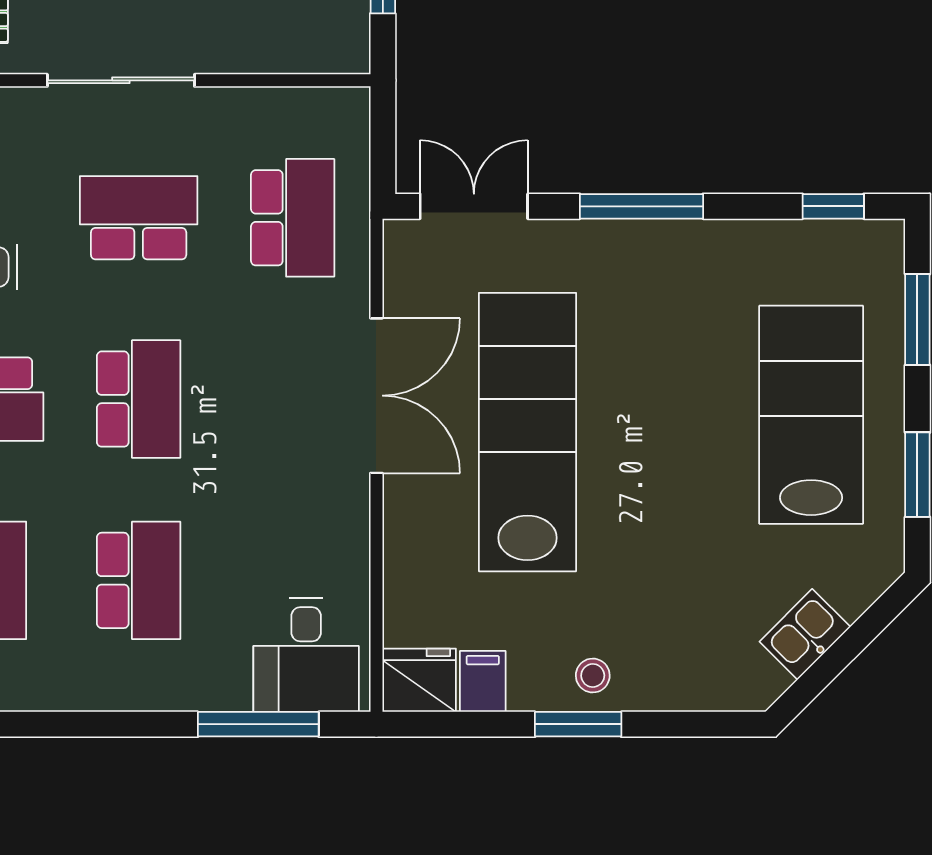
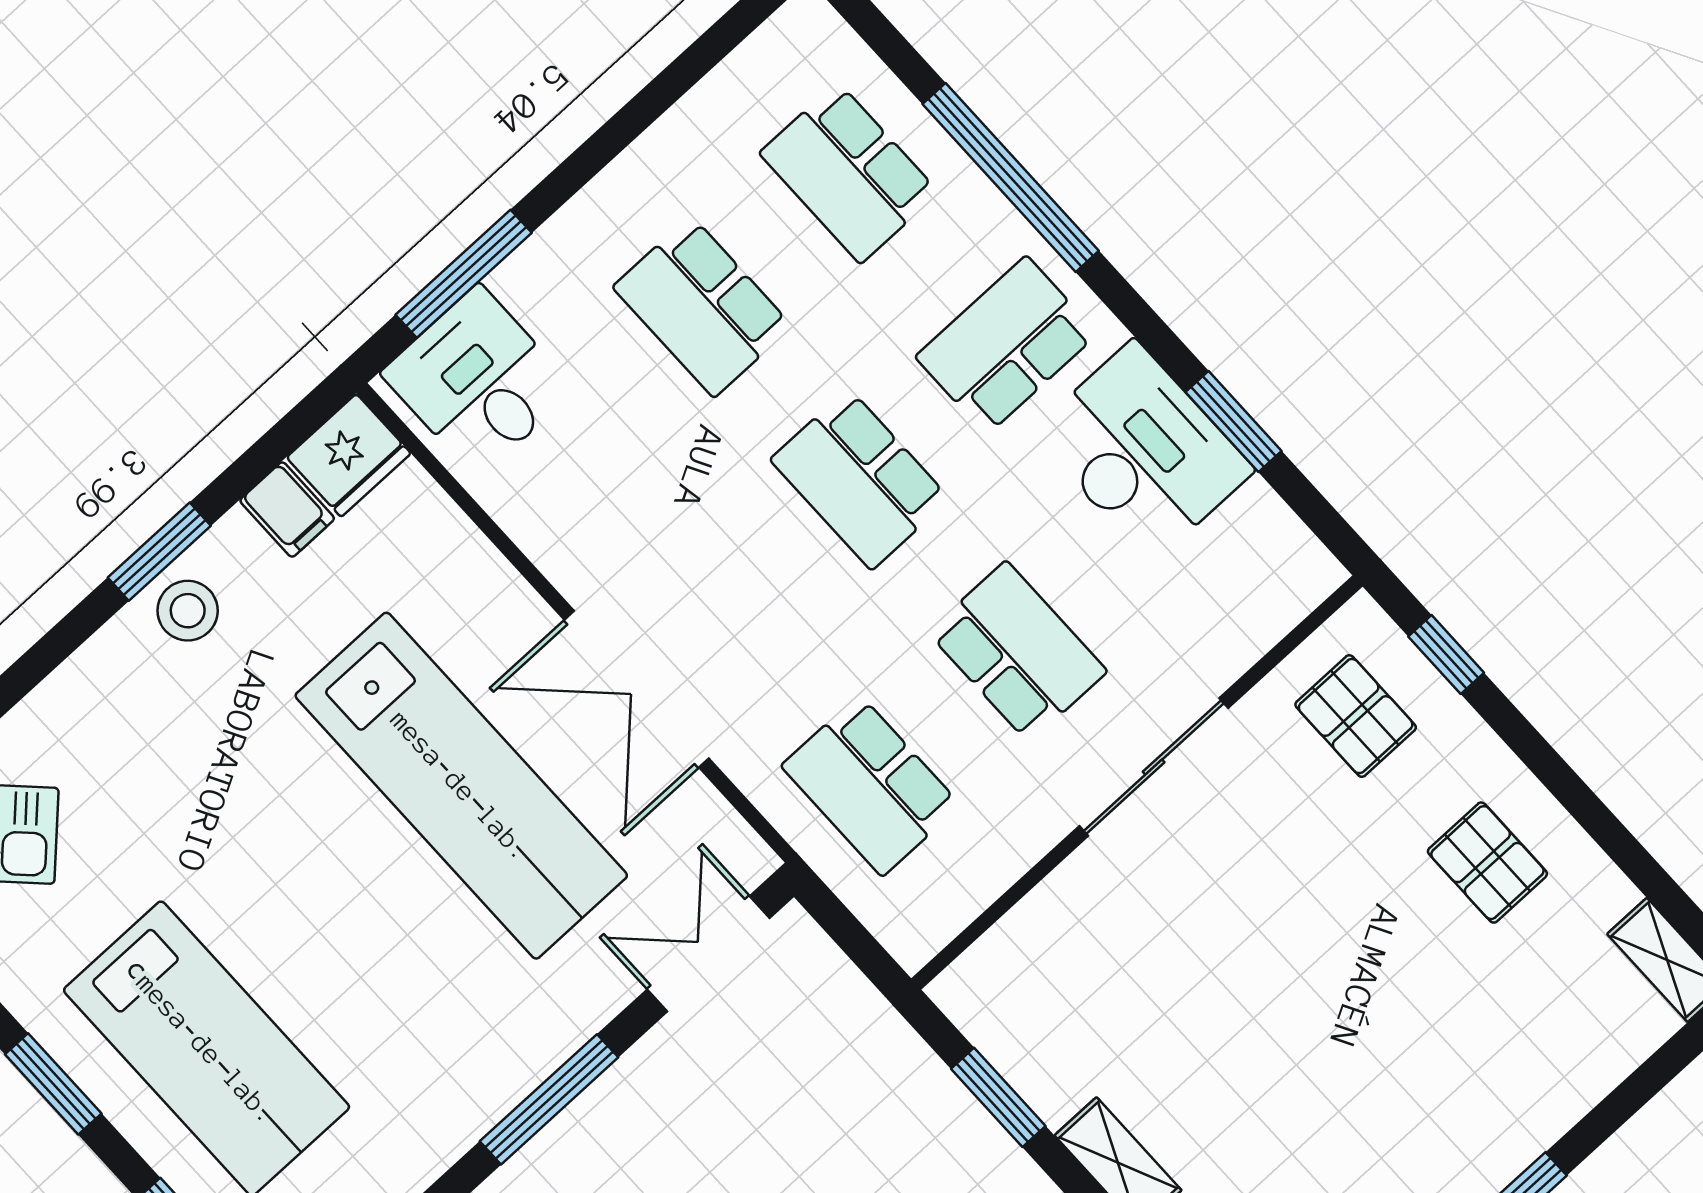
double door: (474, 206) -> (708, 954), swing flipped
school desk: (139, 218) -> (1017, 652), turned -90
stool: (593, 676) -> (188, 611), width x1.37, depth x1.37

